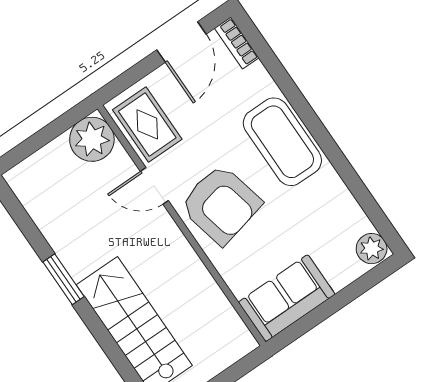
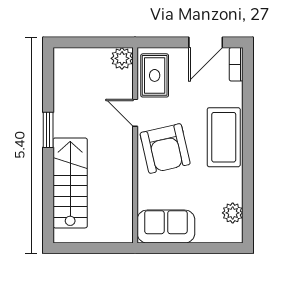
plant: (92, 139) -> (122, 58), width x0.73, depth x0.73
plant: (372, 249) -> (233, 213), moved

